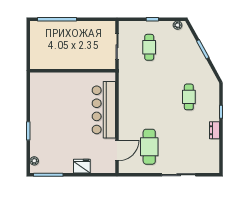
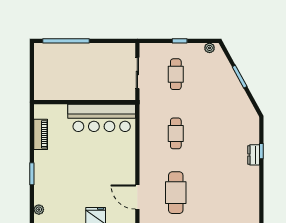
cafe table: (189, 97) -> (176, 133), moved
piano: (36, 98) -> (41, 134), added
bar counter: (104, 110) -> (102, 118), moved, turned -90
dresser: (215, 130) -> (254, 155), moved
door: (117, 150) -> (137, 197), swing flipped

